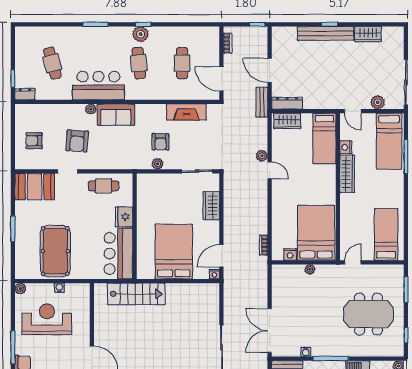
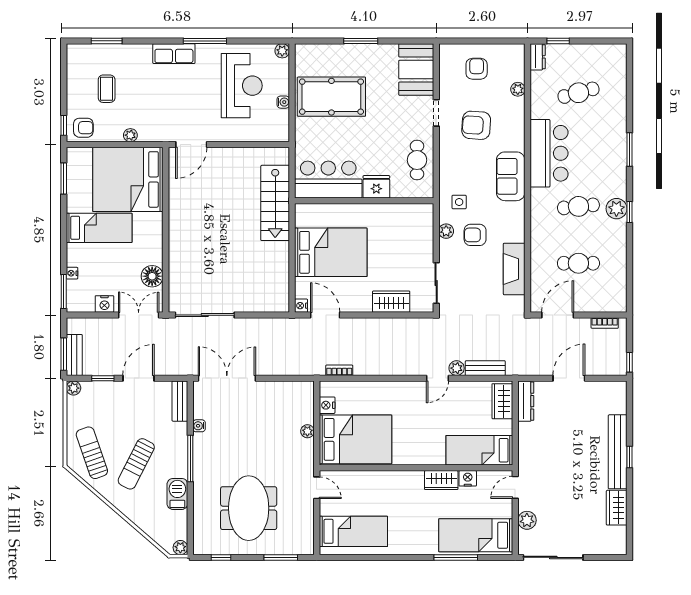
bench: (262, 102) -> (485, 368), moved
plant: (91, 109) -> (518, 89), moved
side table: (135, 154) -> (459, 202), added
wardrobe: (347, 174) -> (441, 480), width x0.67

